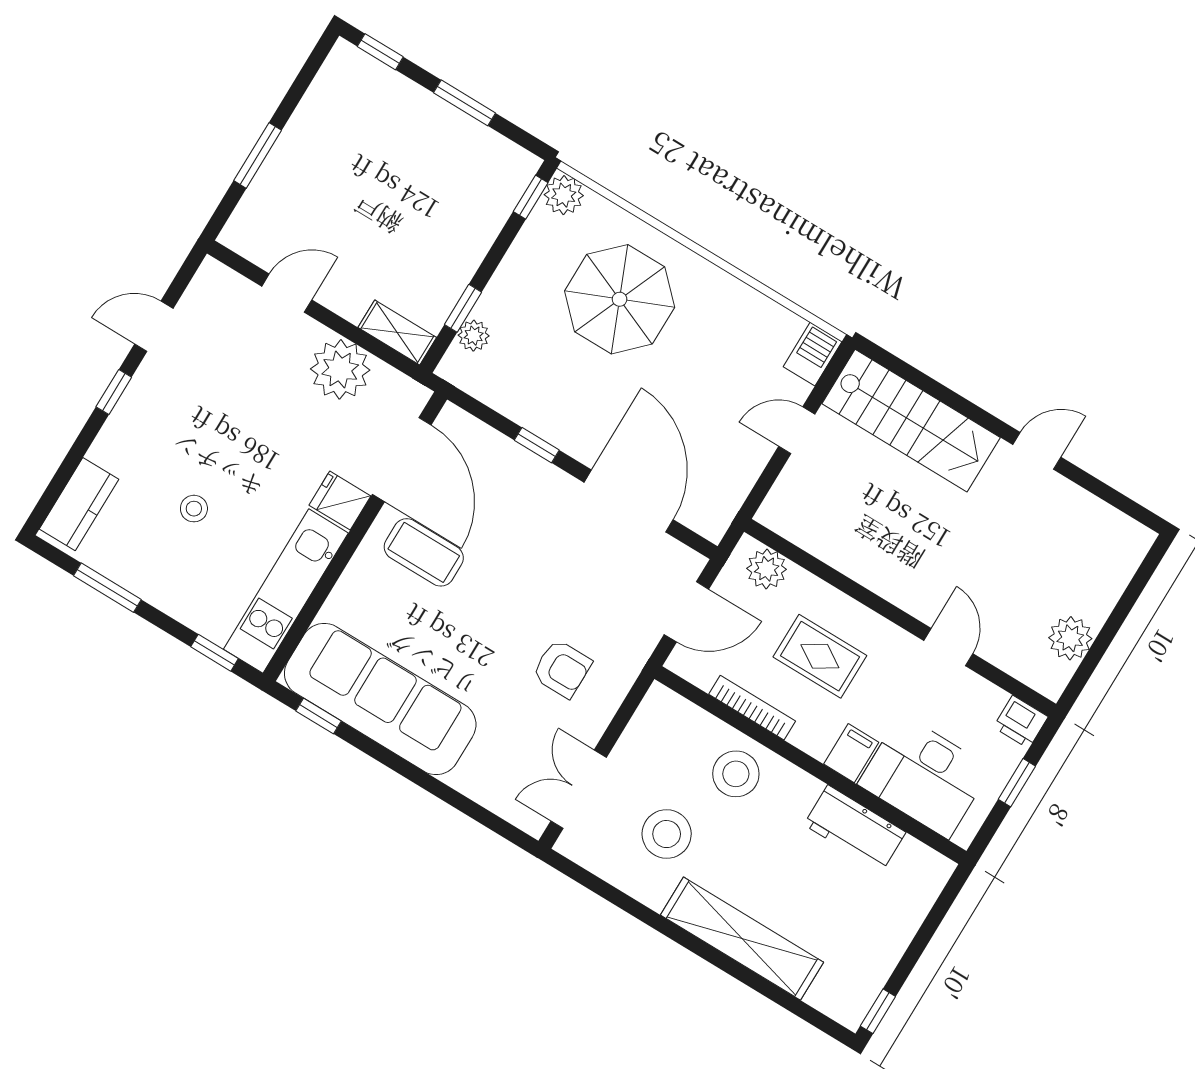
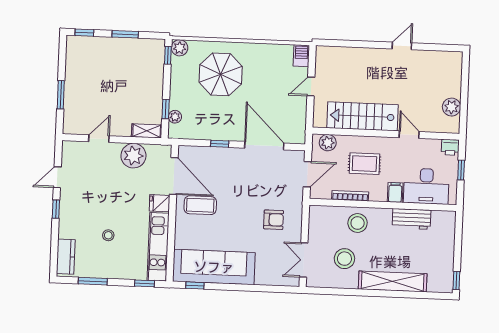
stairs: (911, 421) -> (363, 116), moved, turned 180

